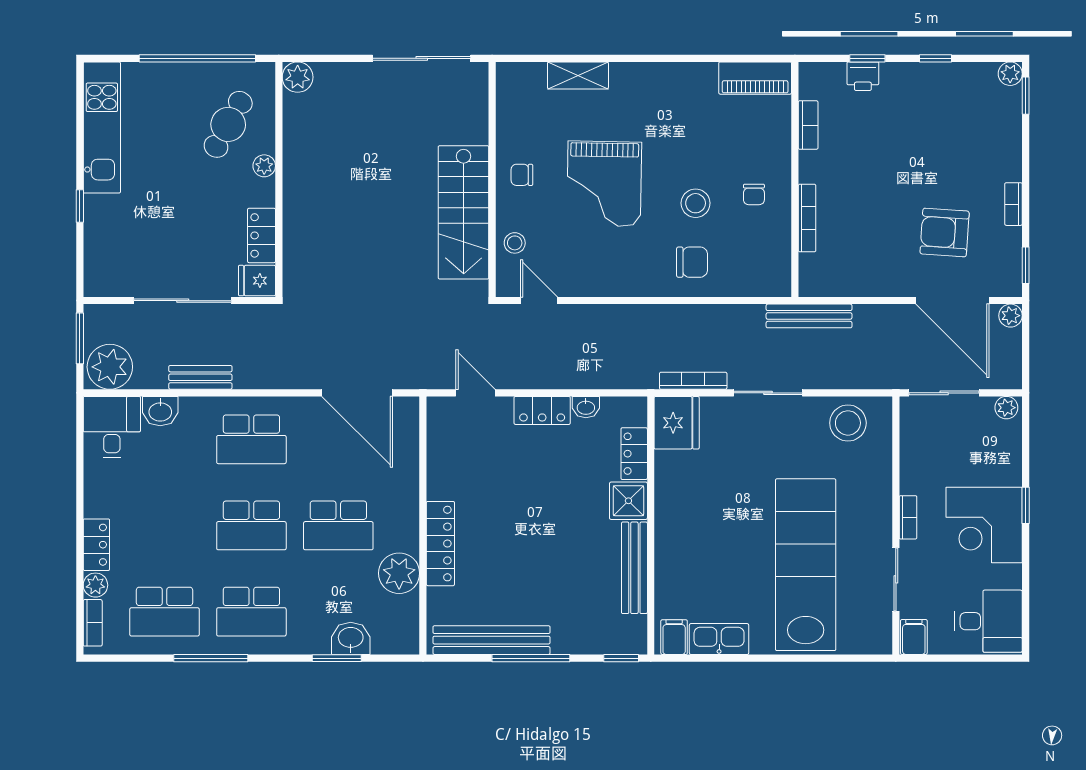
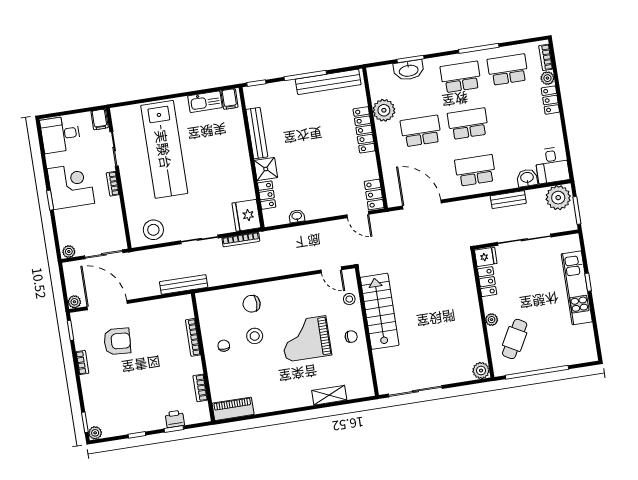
kitchen unit: (102, 128) -> (577, 288), moved
grand piano: (604, 184) -> (306, 339), turned -91
locker: (542, 410) -> (374, 195), moved, turned -90
washbasin: (351, 638) -> (409, 70), width x1.38

